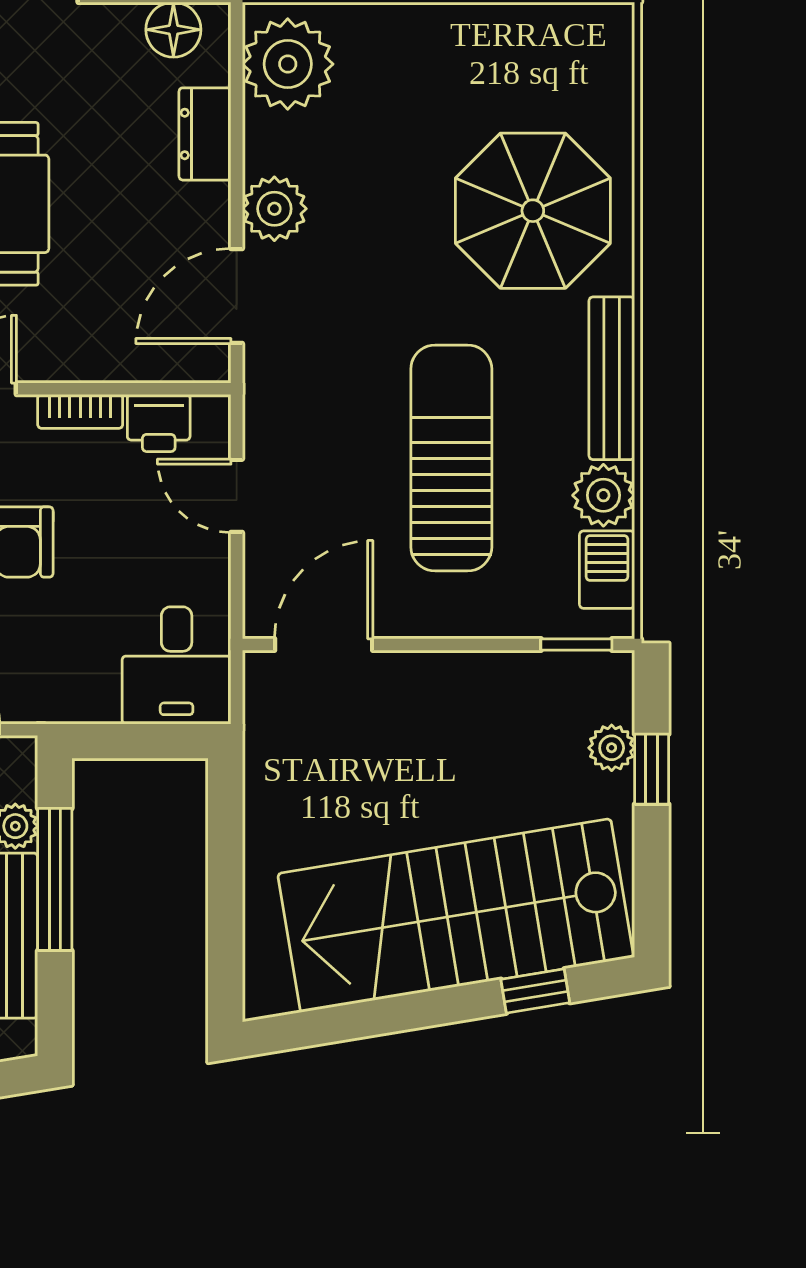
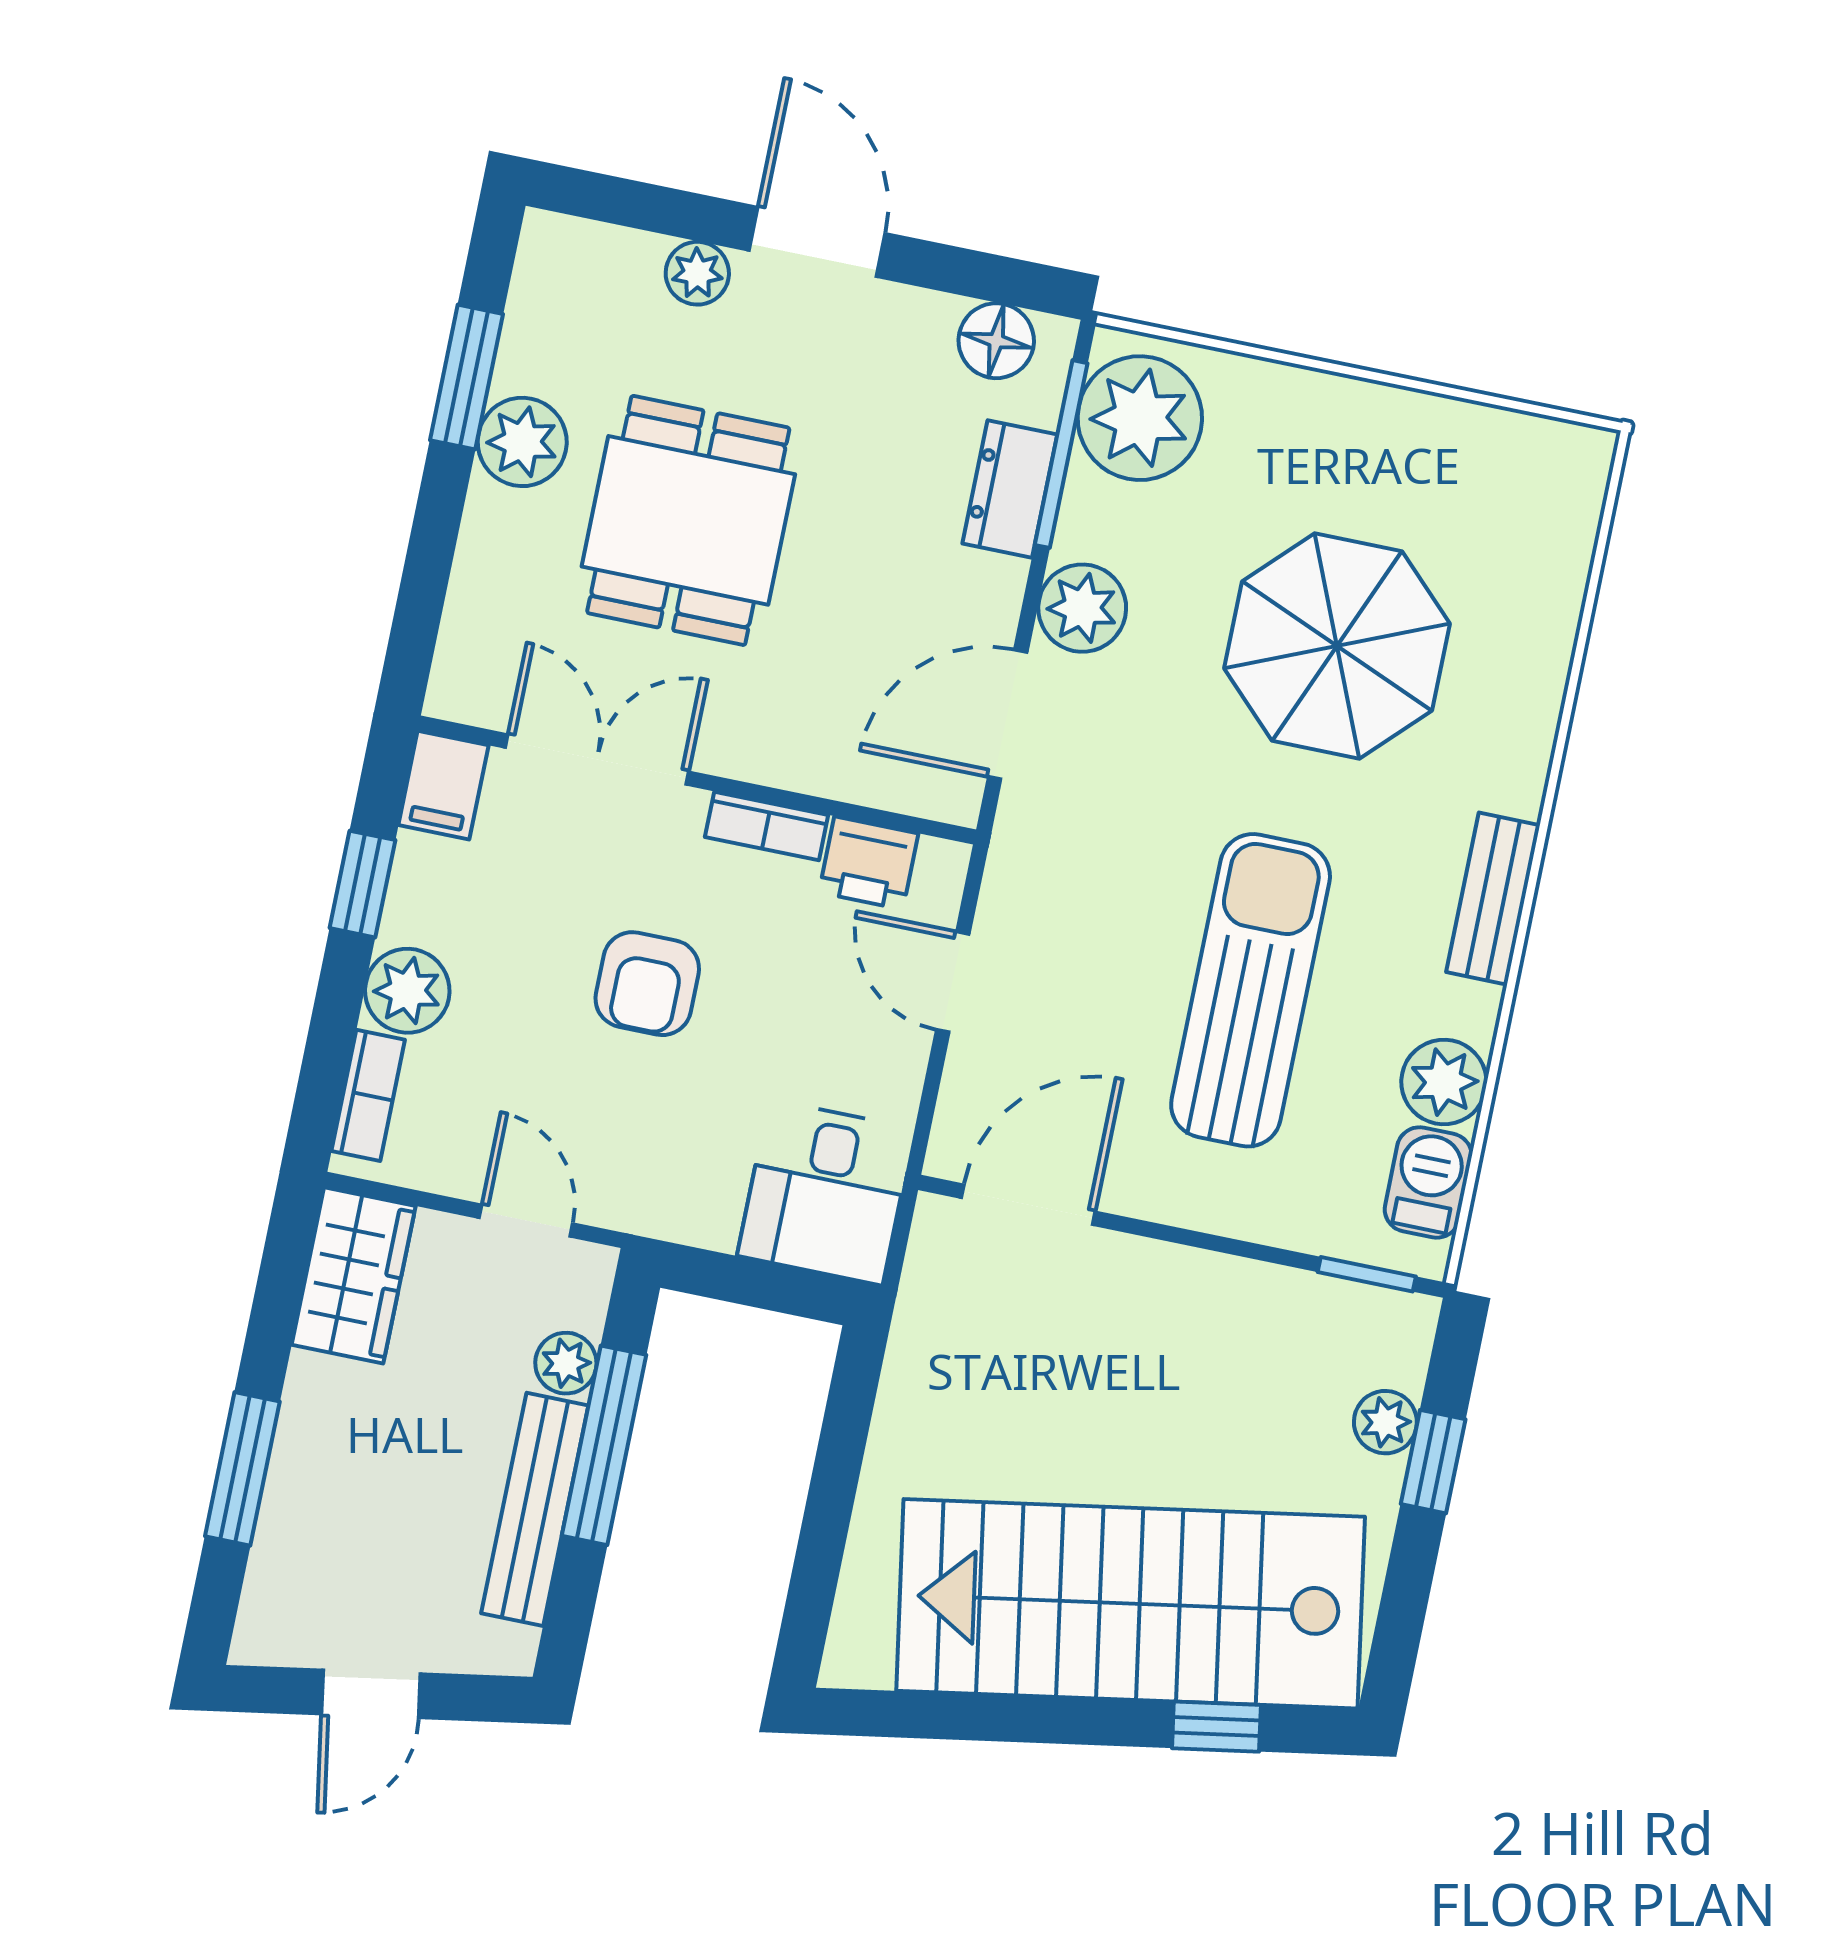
window: (237, 101) -> (1061, 454), added
parasol: (533, 211) -> (1337, 646), moved
bench: (612, 378) -> (1493, 899), width x0.73

